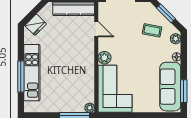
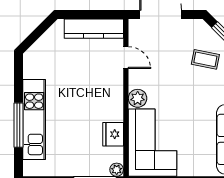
fridge: (36, 25) -> (113, 134), moved, turned 135

